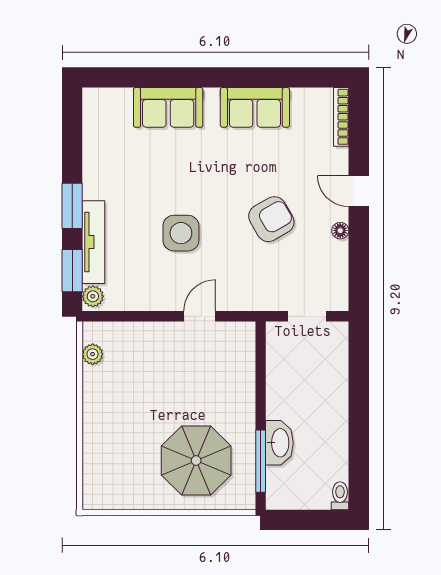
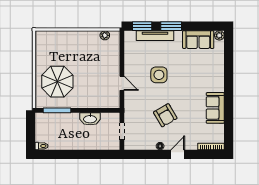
sofa: (168, 107) -> (198, 40), moved, turned -90
plant: (93, 296) -> (219, 35), moved
washbasin: (279, 443) -> (90, 119), moved

